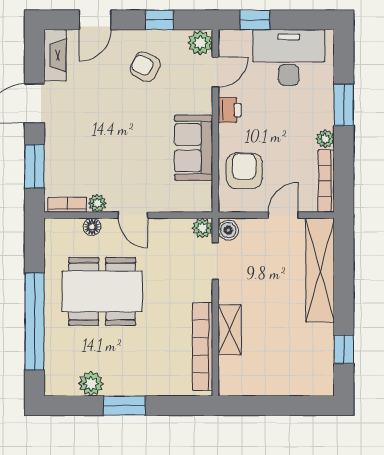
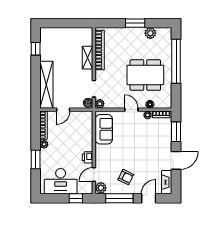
window: (159, 20) -> (119, 198), width x2.17
sofa: (194, 148) -> (104, 129), moved
armchair: (244, 171) -> (81, 130), removed

